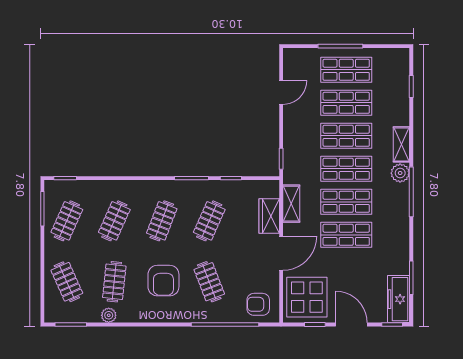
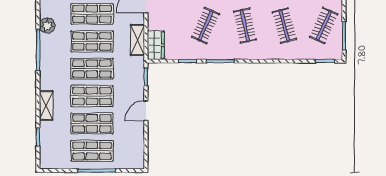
door: (281, 92) -> (146, 111), moved
shelving: (401, 144) -> (46, 105), moved
plant: (400, 173) -> (47, 26), moved
wardrobe: (269, 216) -> (156, 45), moved
clothes rail: (114, 221) -> (284, 26), turned -39
clothes rail: (162, 221) -> (245, 26), turned -33

